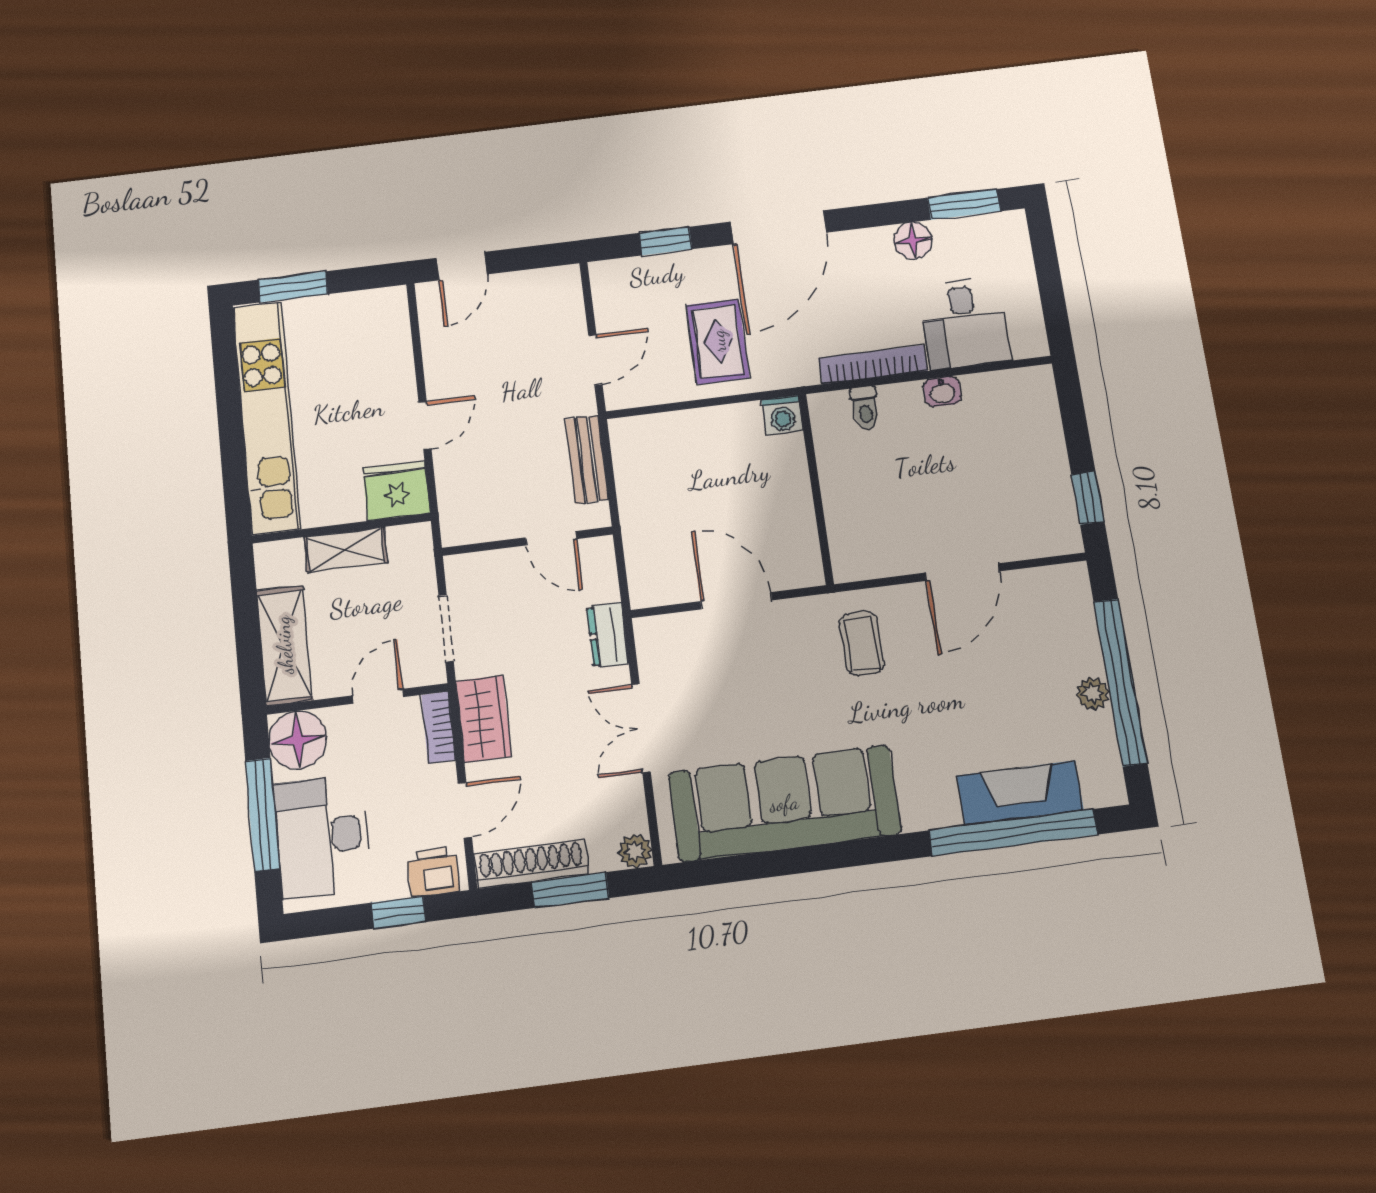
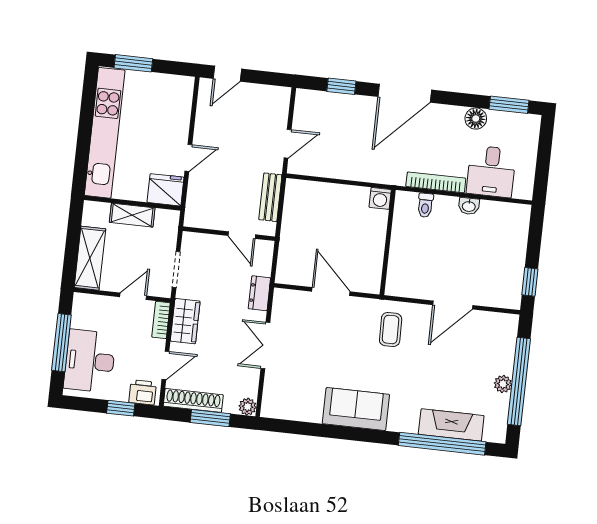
rug: (718, 341) -> (356, 149), removed
floor lamp: (298, 740) -> (87, 309), removed
sofa: (784, 803) -> (356, 409), width x0.54, depth x0.79

